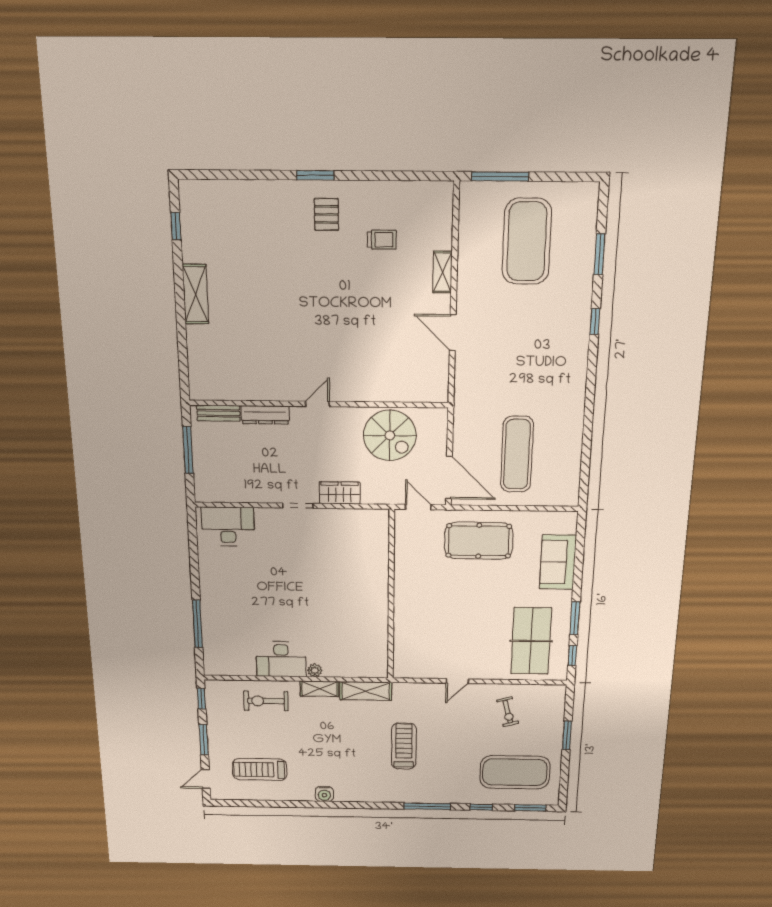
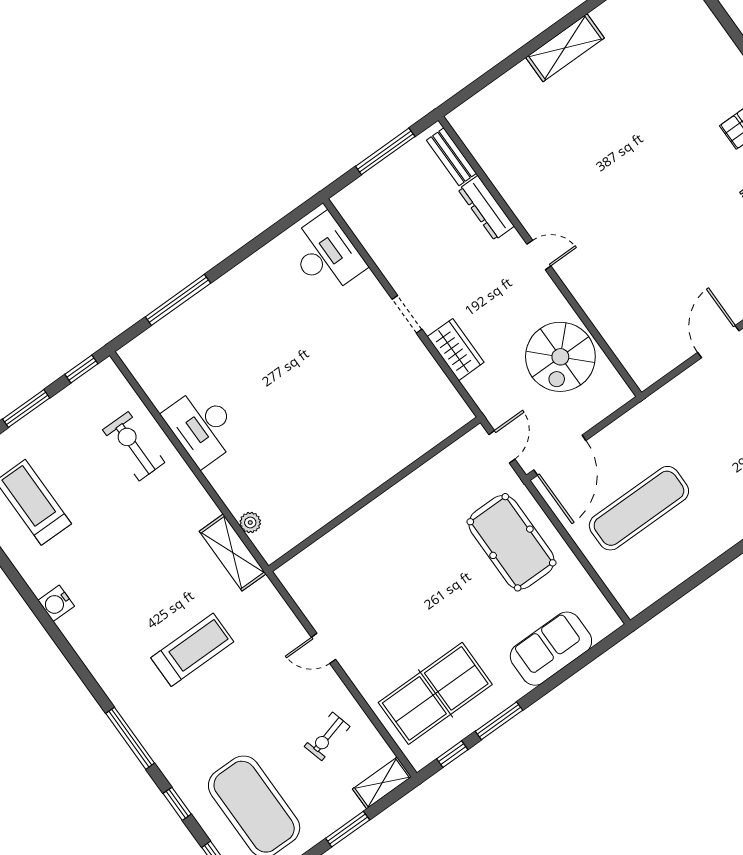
plant: (315, 670) -> (250, 523), moved
shelving: (319, 689) -> (382, 783), moved, turned 90

